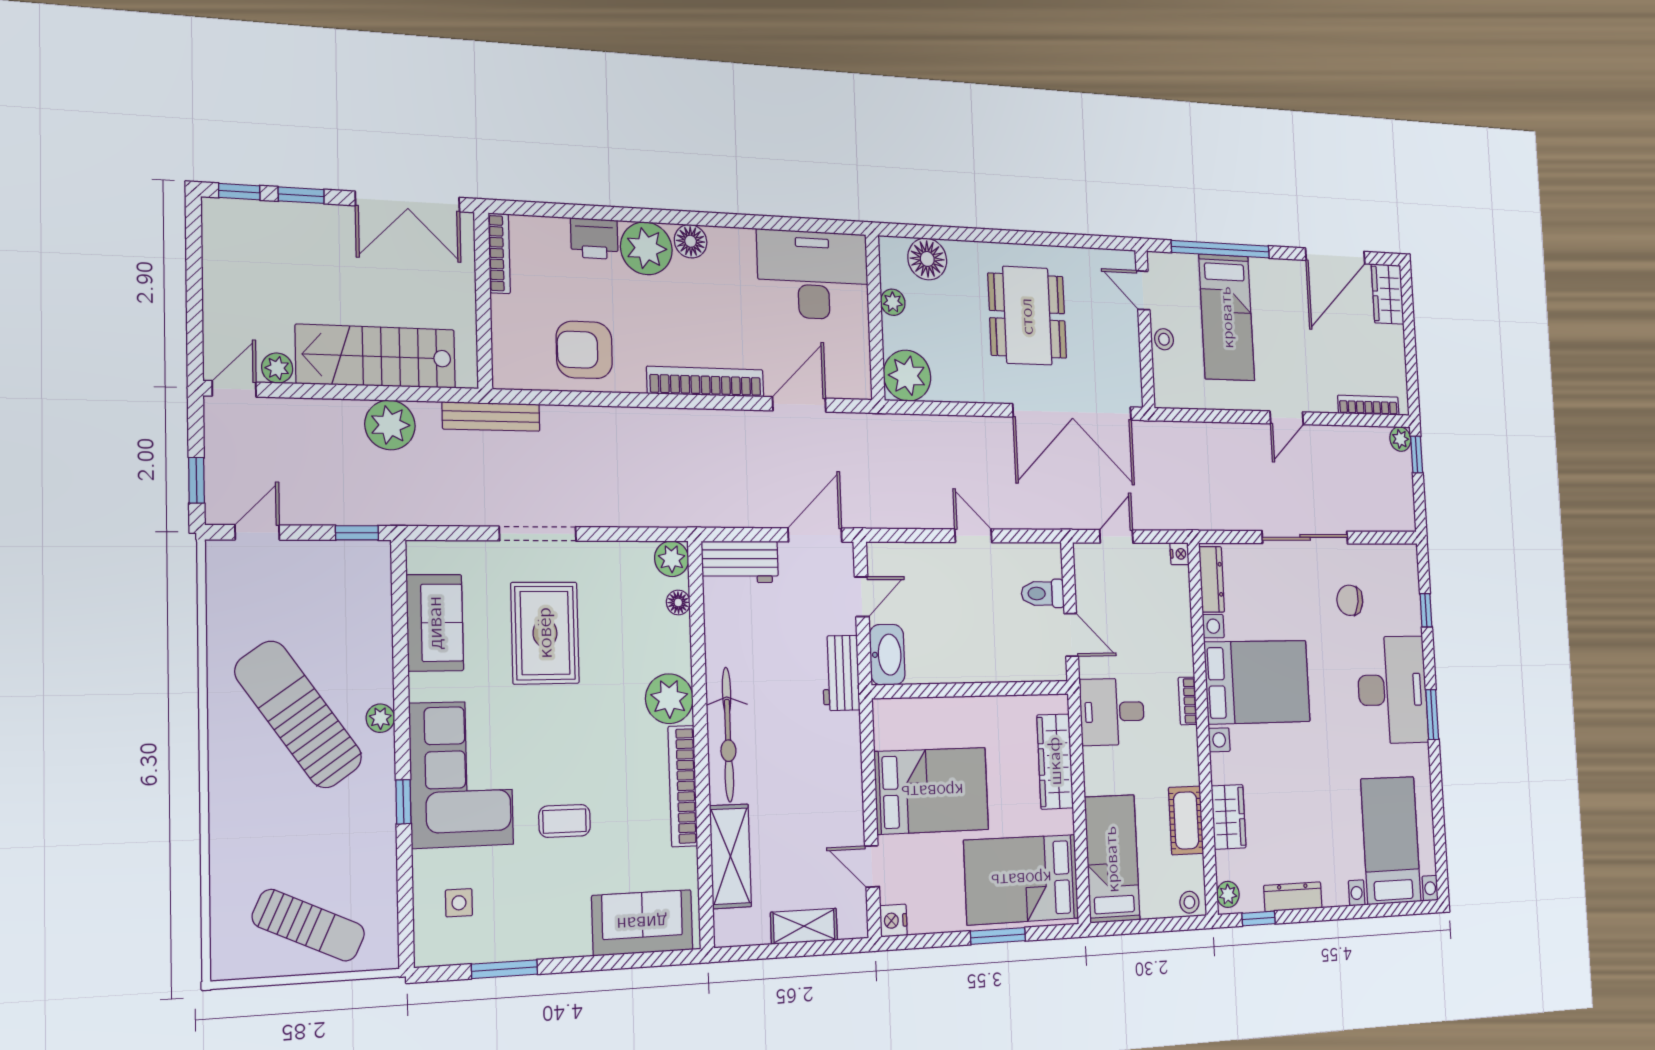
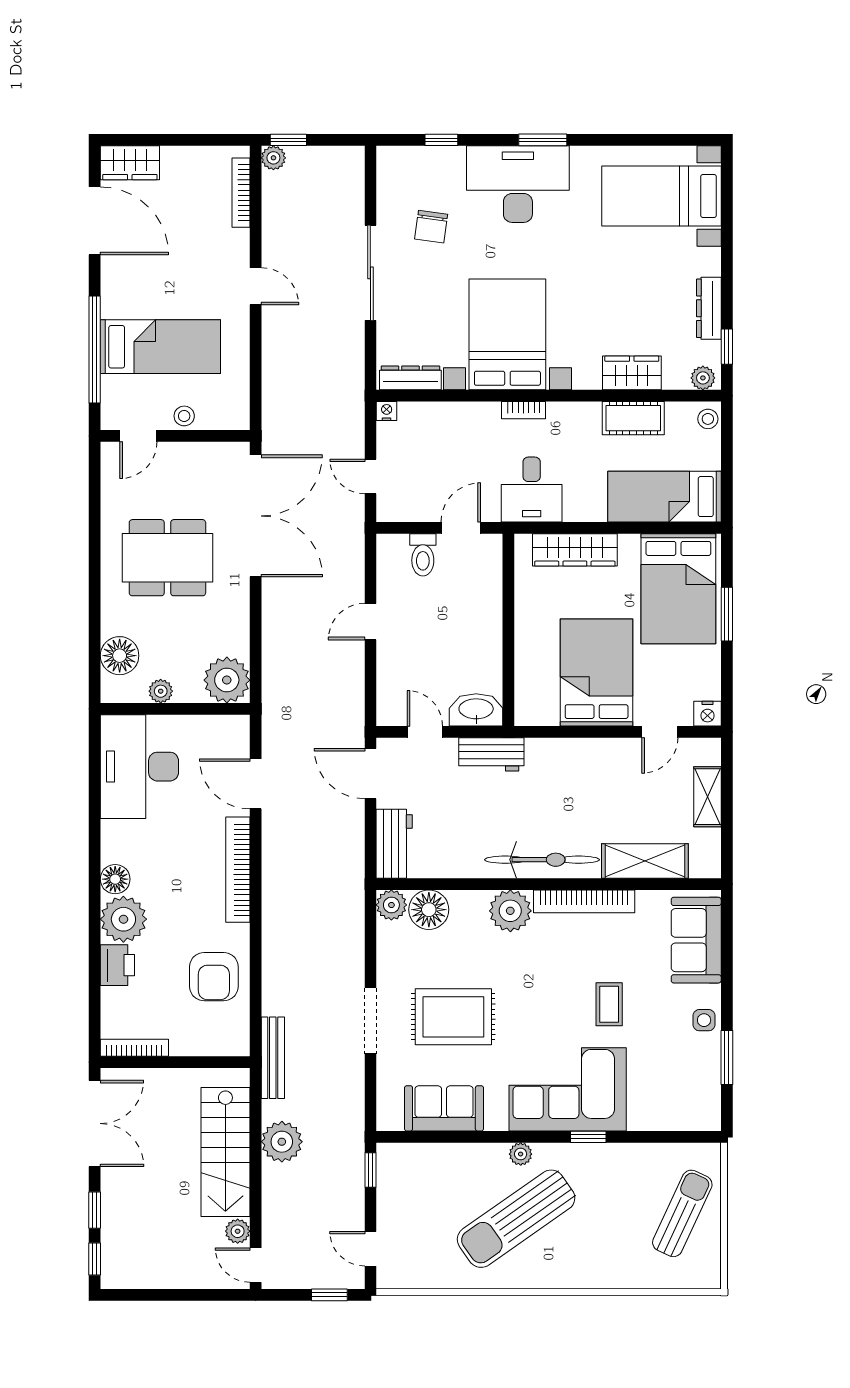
floor lamp: (678, 603) -> (429, 910), width x1.89, depth x1.89
side table: (459, 903) -> (704, 1020), moved

